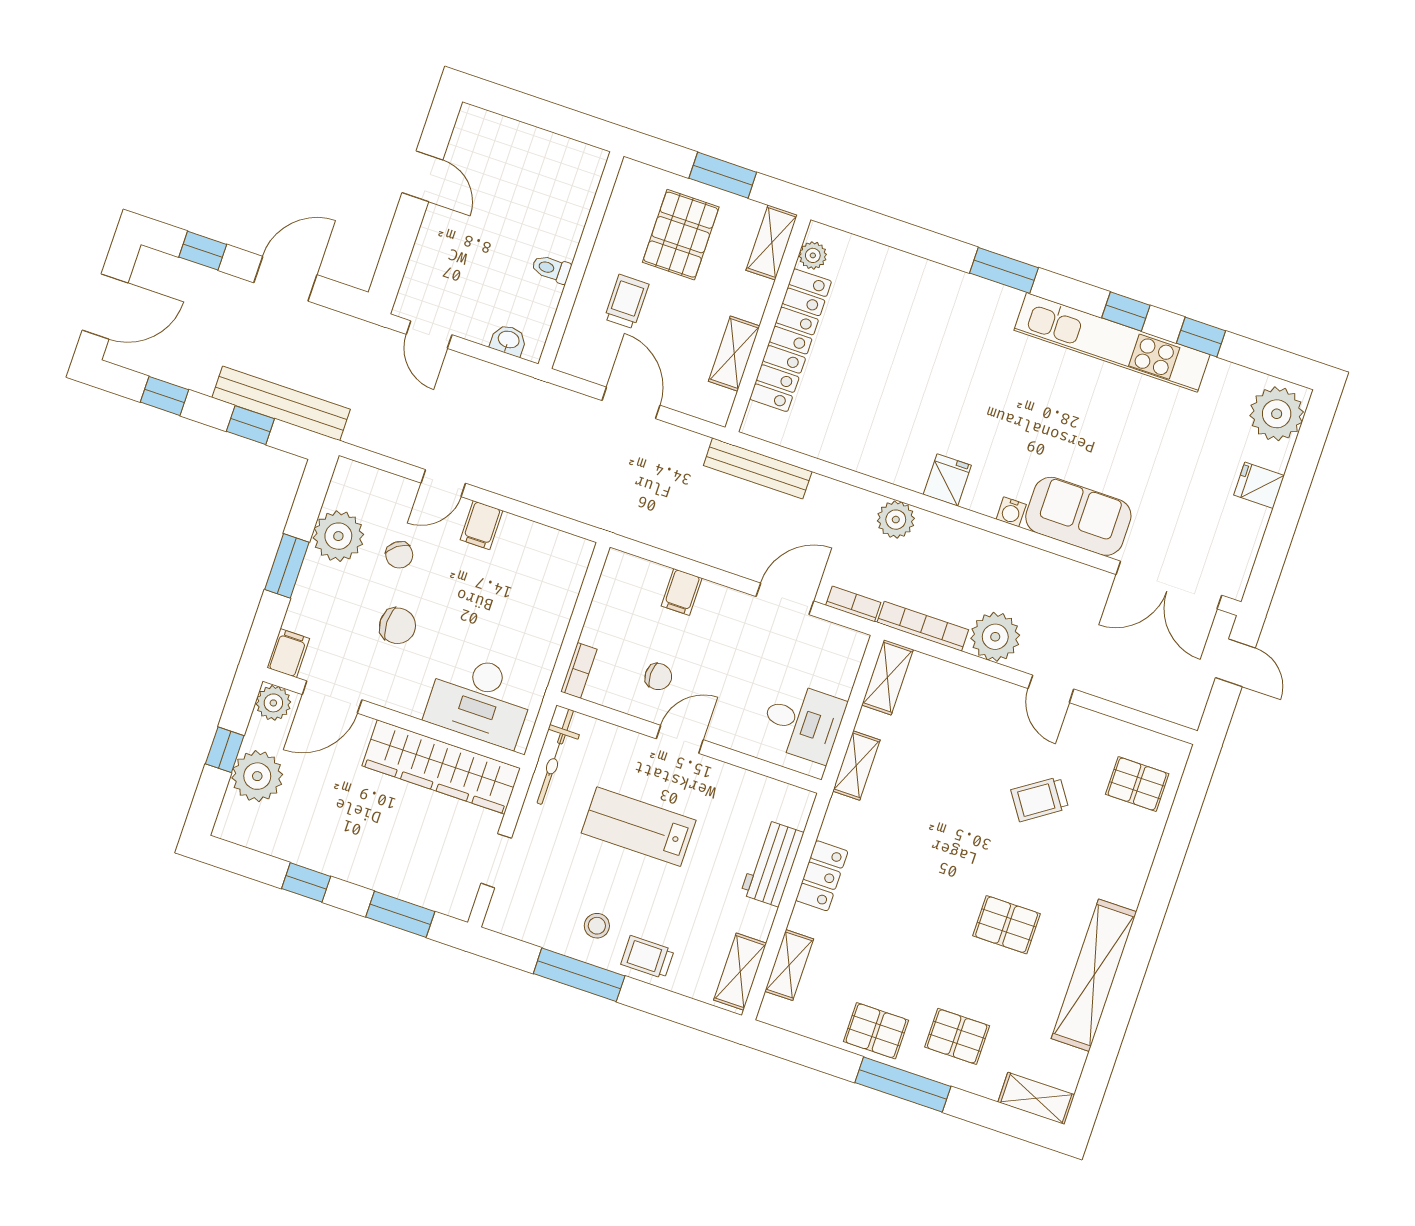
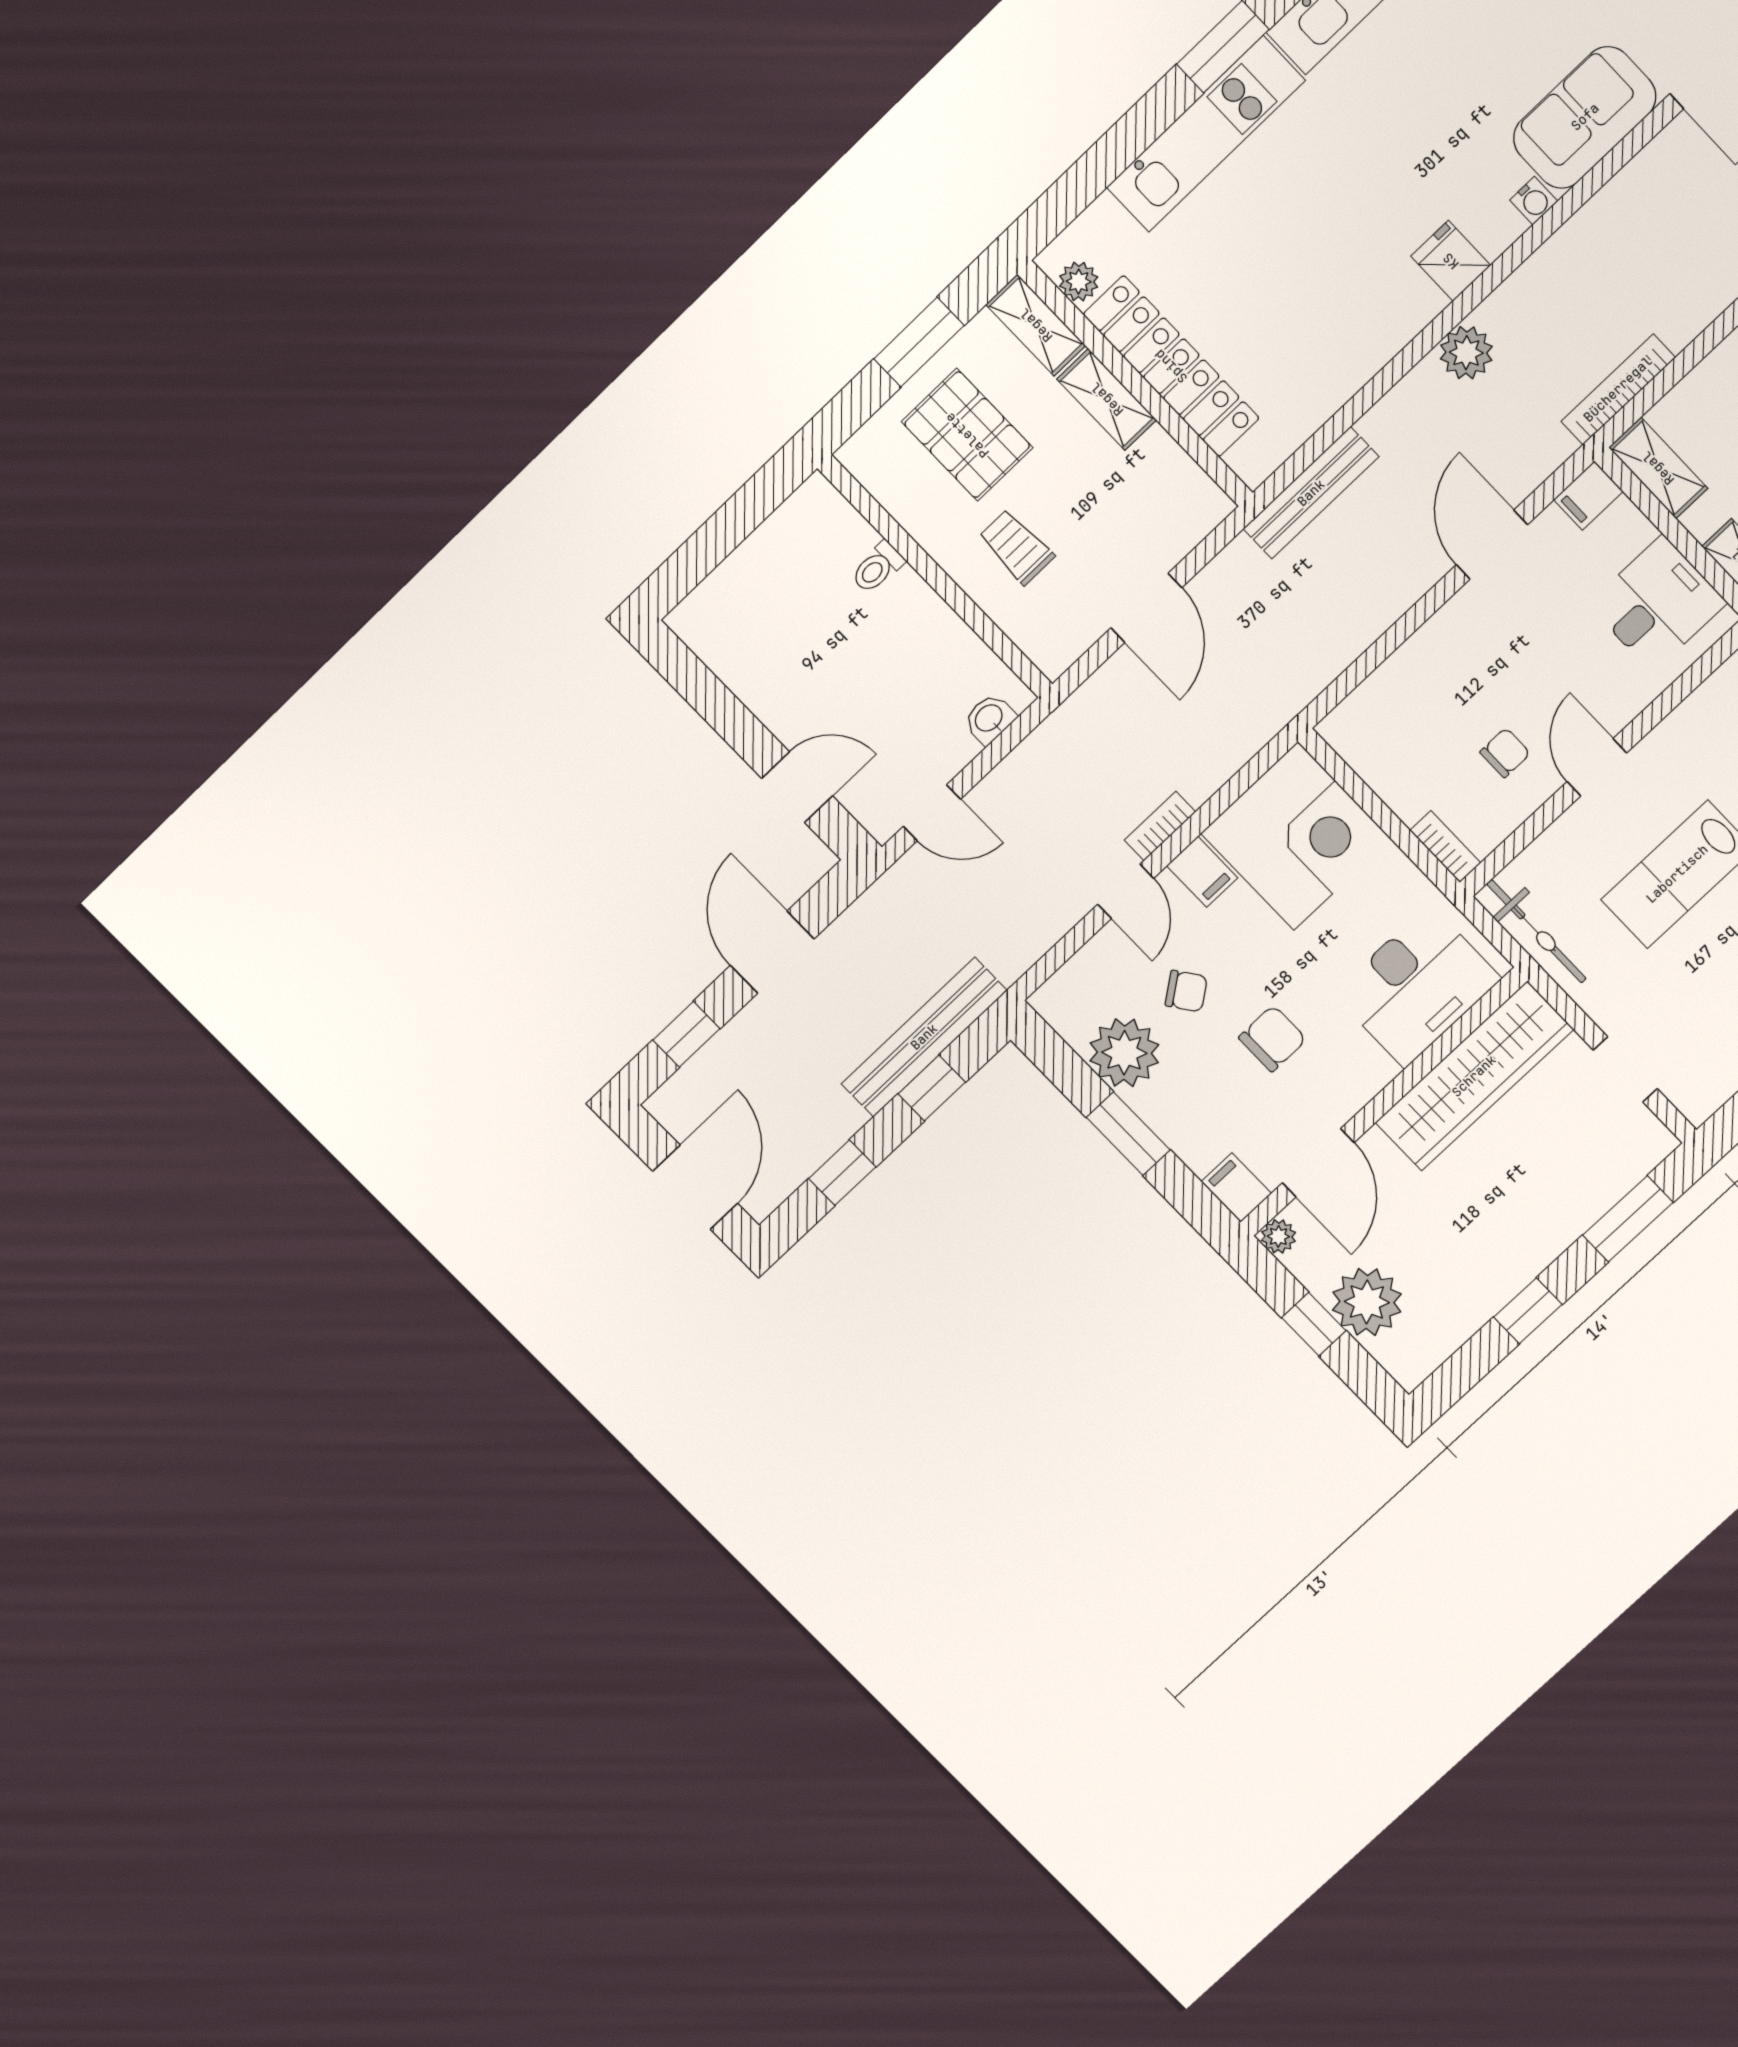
door: (422, 176) -> (797, 787), moved
toilet: (551, 269) -> (877, 567), moved
kitchen unit: (945, 287) -> (1206, 134), added
shelving: (734, 354) -> (1107, 399), moved
door: (631, 403) -> (1146, 608), swing flipped
corner desk: (536, 573) -> (1296, 836), added
filing cabinet: (682, 592) -> (1588, 496), moved, turned 90
bookcase: (853, 604) -> (1160, 826), moved
plant: (995, 637) -> (1680, 305), removed
plant: (273, 703) -> (1278, 1236), width x0.73, depth x0.73

